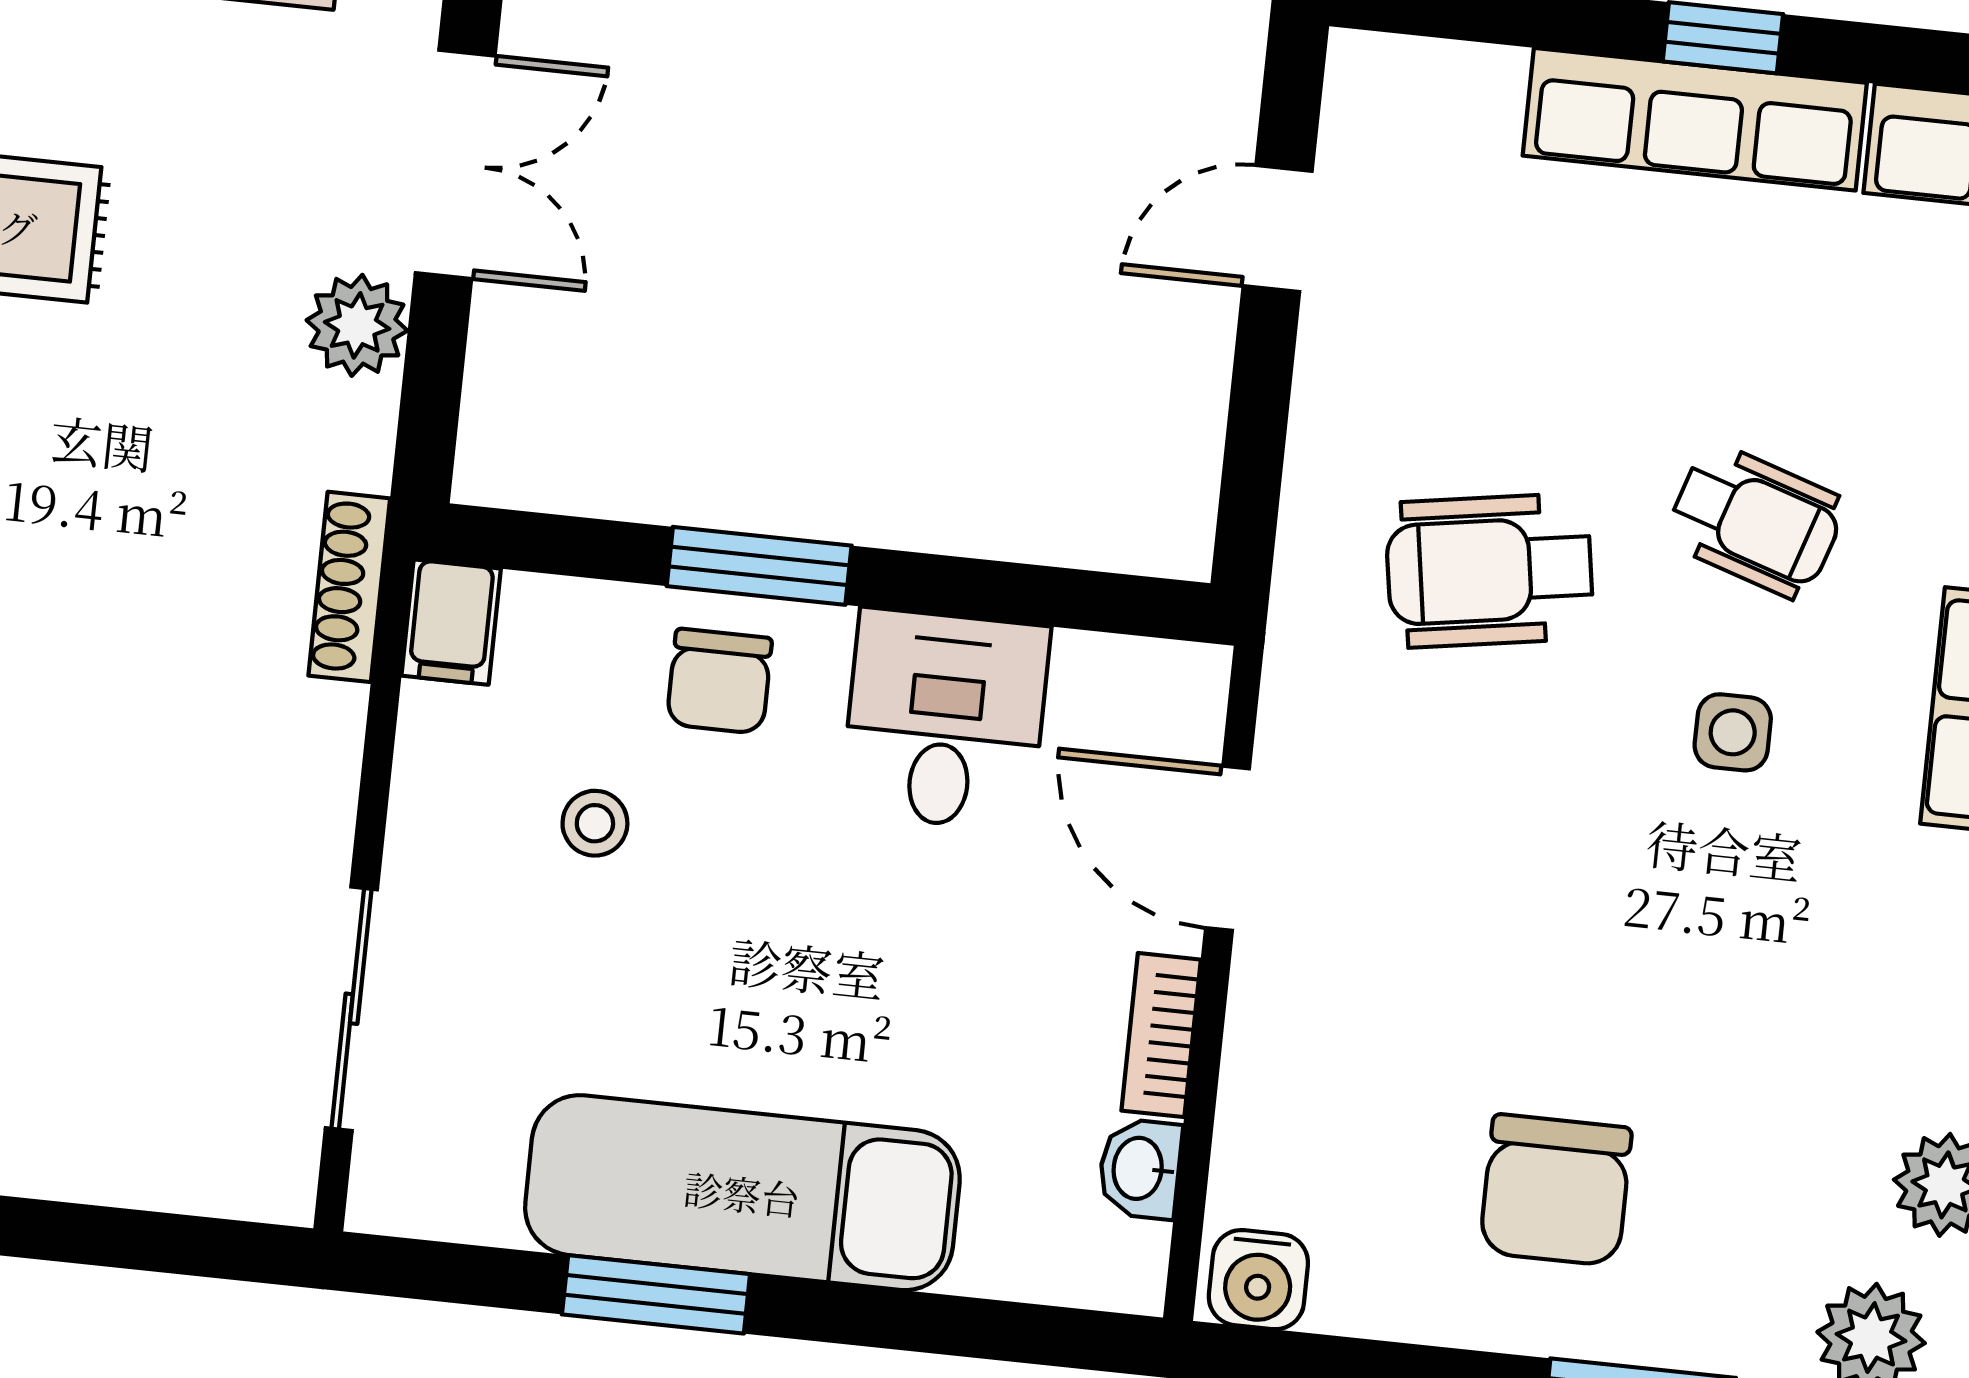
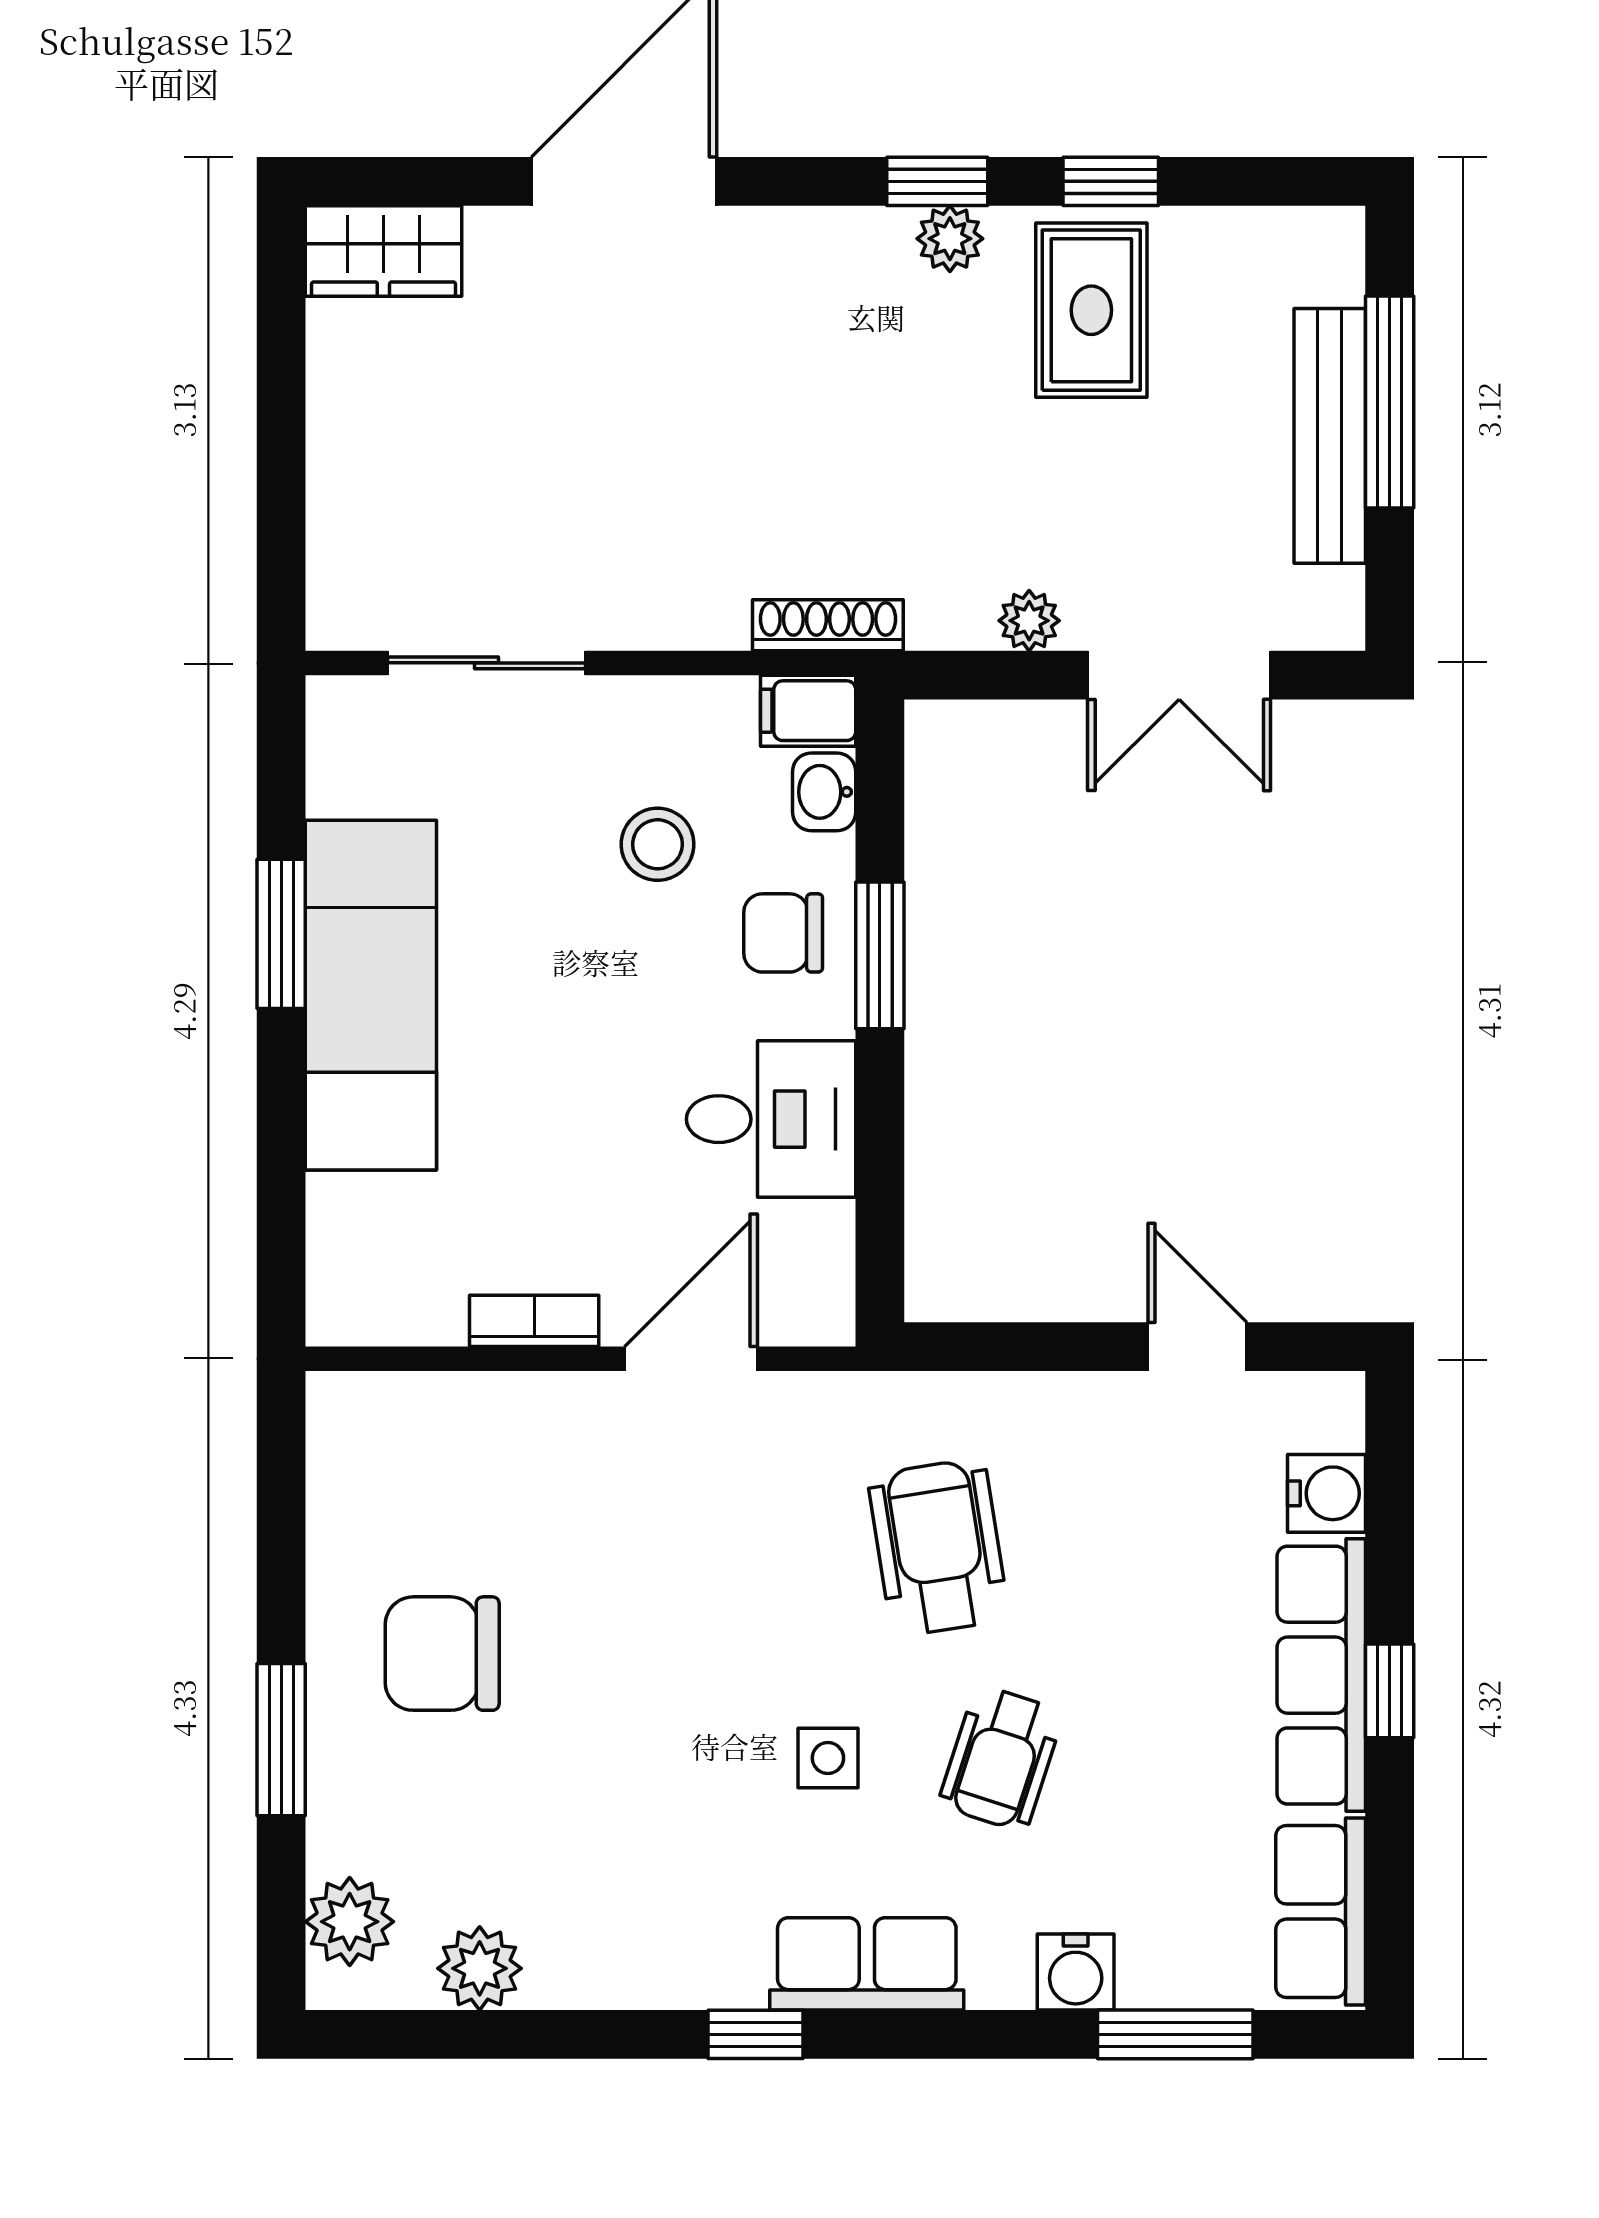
plant: (357, 325) -> (1029, 621), width x0.73, depth x0.73
stool: (595, 823) -> (658, 844), width x1.37, depth x1.37
washbasin: (1140, 1169) -> (824, 792), moved, turned -90
water cooler: (1258, 1280) -> (1327, 1493), moved, turned 180

